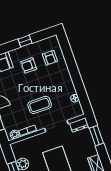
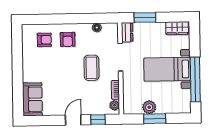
window: (25, 41) -> (17, 61), removed
armchair: (29, 65) -> (68, 39), moved

